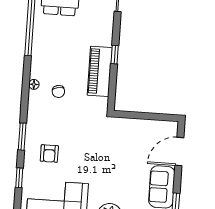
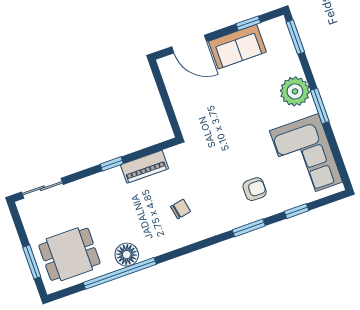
piano: (100, 71) -> (144, 167), width x0.73, depth x0.75
floor lamp: (34, 84) -> (127, 255), moved, width x1.89, depth x1.89

